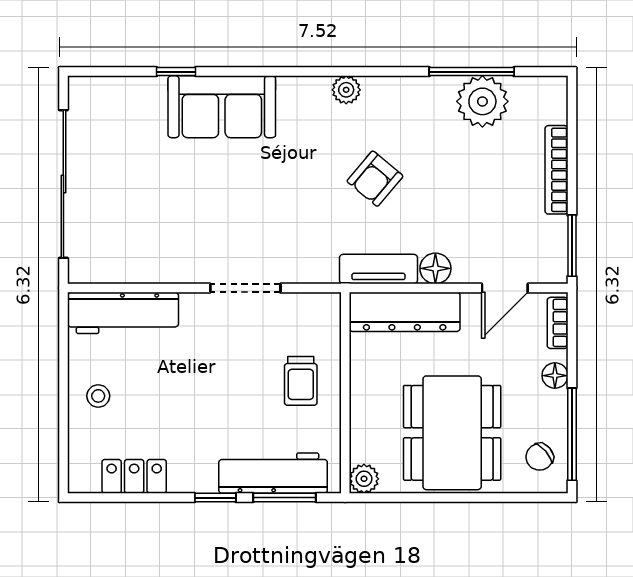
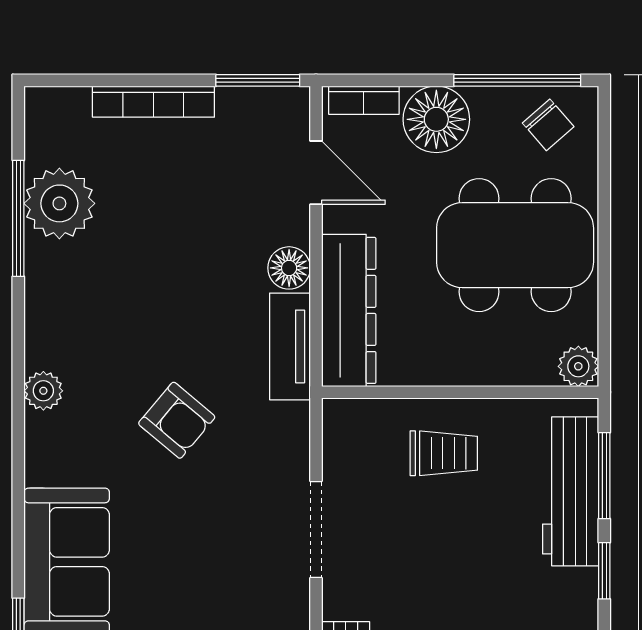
armchair: (375, 179) -> (177, 420), moved
floor lamp: (555, 376) -> (436, 119), width x1.89, depth x1.89

